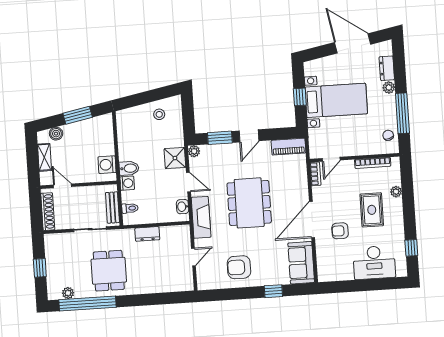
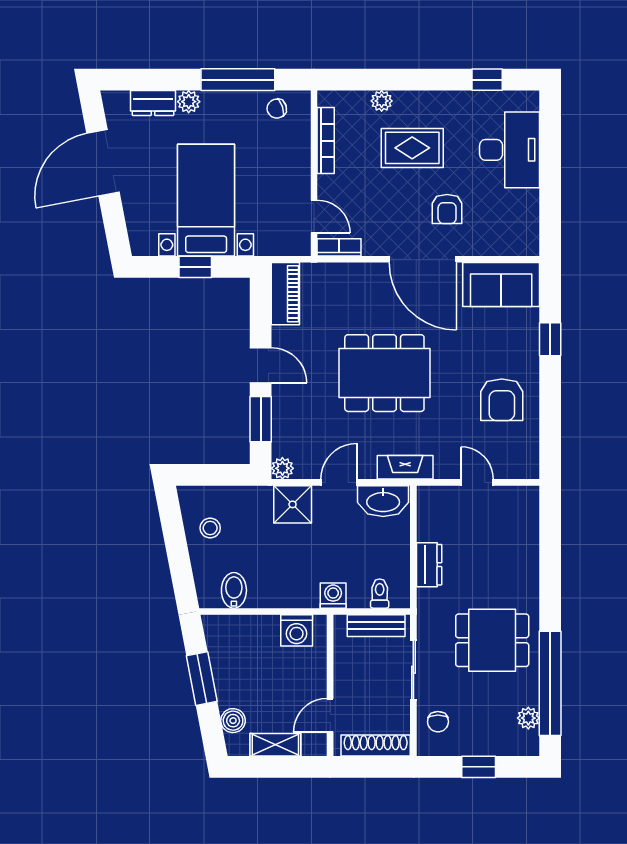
bidet: (129, 168) -> (234, 590), moved
washbasin: (183, 207) -> (383, 501), width x1.91, depth x1.45
fireplace: (201, 217) -> (405, 467), width x0.73, depth x0.76
chair: (63, 244) -> (438, 722), added

